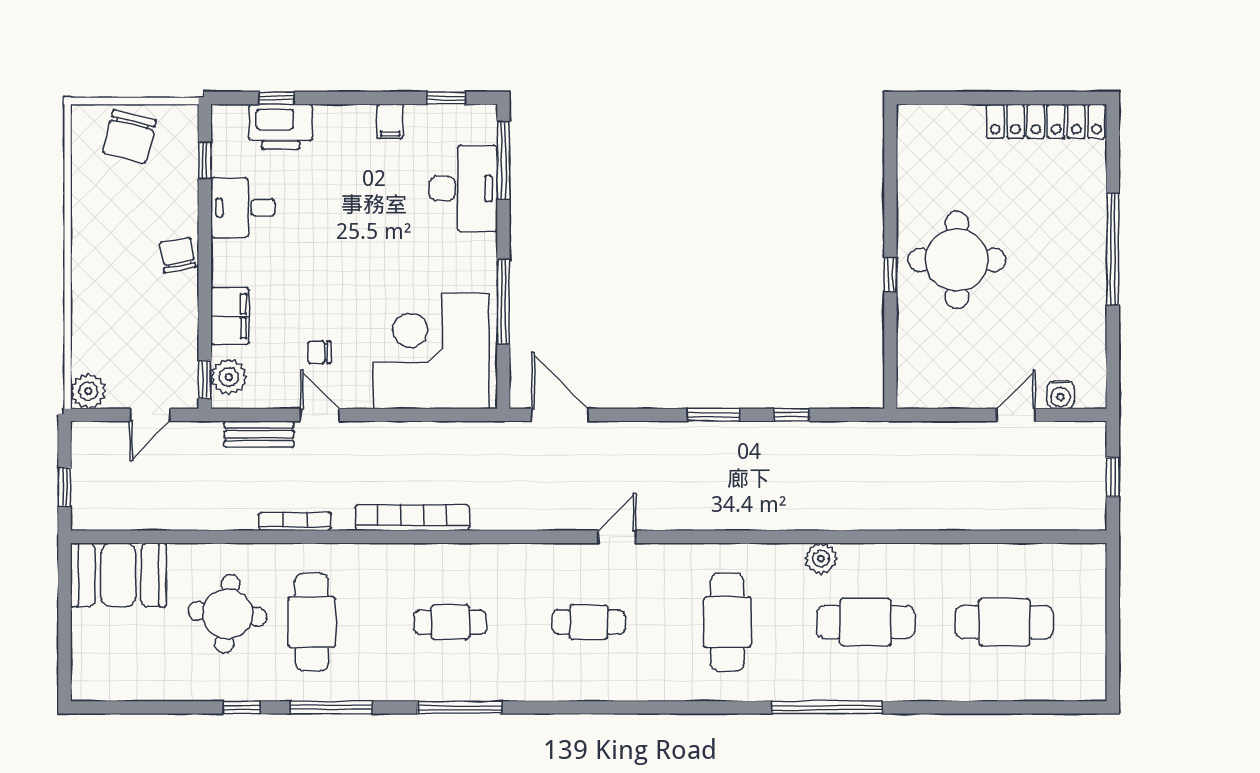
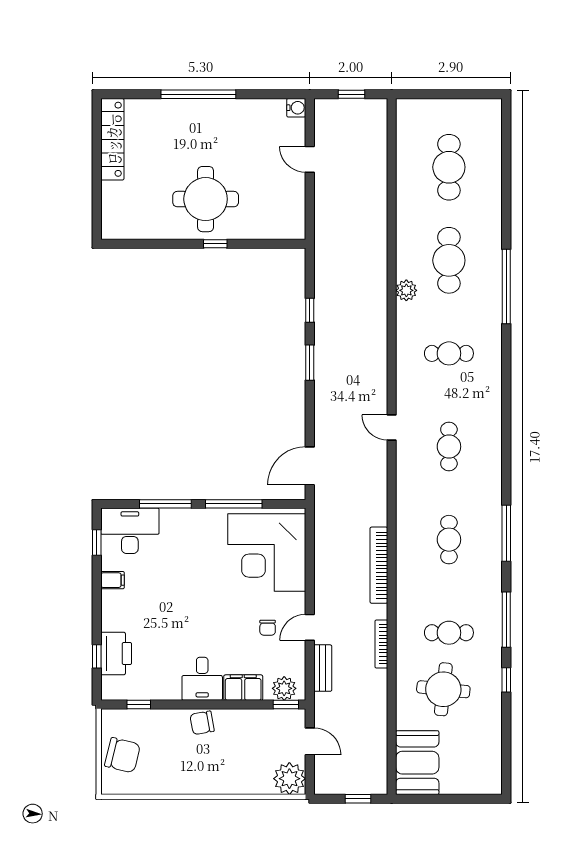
window: (503, 160) -> (165, 504), moved
desk: (463, 189) -> (130, 531), moved
desk: (243, 208) -> (202, 679), moved
plant: (88, 391) -> (289, 779), width x1.36, depth x1.36
water cooler: (1060, 395) -> (296, 108), moved
cafe table: (312, 622) -> (449, 633), width x0.73, depth x0.74
cafe table: (727, 622) -> (449, 353), width x0.73, depth x0.74

